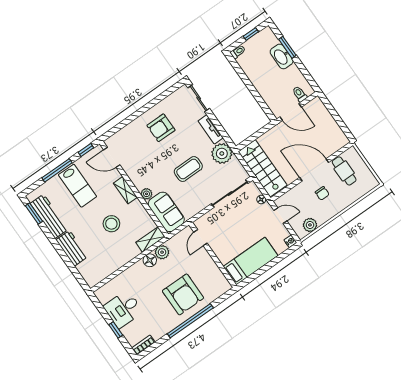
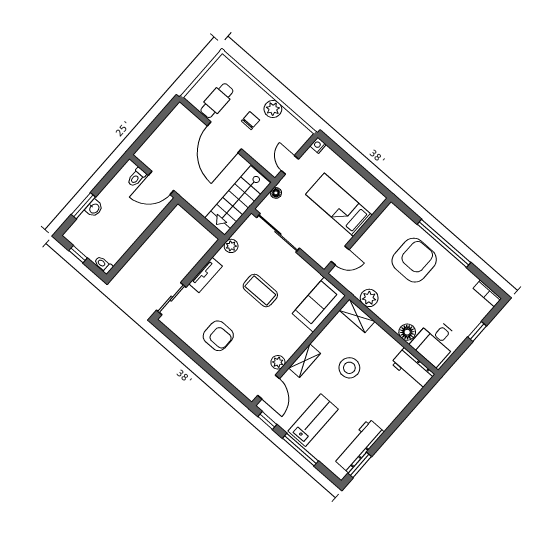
washbasin: (282, 56) -> (94, 208), width x0.52, depth x0.69
door: (291, 112) -> (161, 183), swing flipped
plant: (222, 153) -> (231, 246), width x0.53, depth x0.53
plant: (147, 194) -> (278, 362), moved
plant: (310, 225) -> (273, 109), moved
workbench: (72, 248) -> (413, 369), moved, turned -90
floor lamp: (150, 260) -> (407, 332), moved
bed: (251, 261) -> (339, 205), moved
desk: (123, 309) -> (435, 342), moved, turned 90

